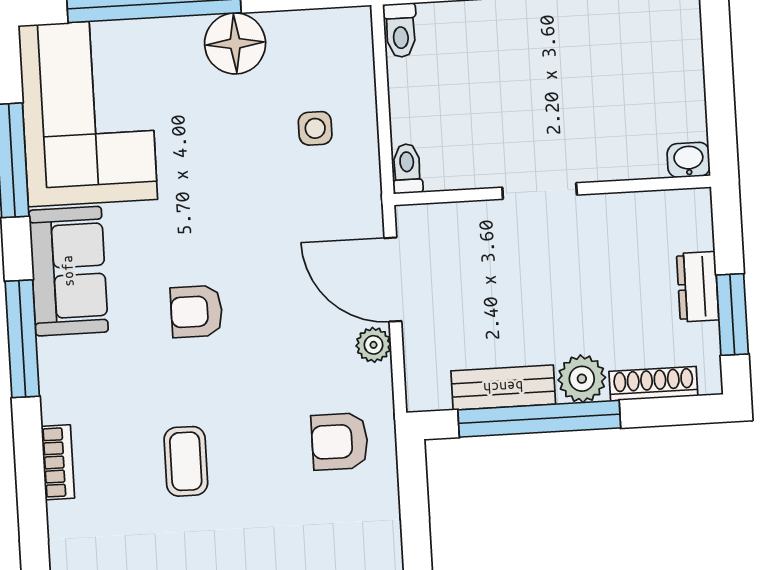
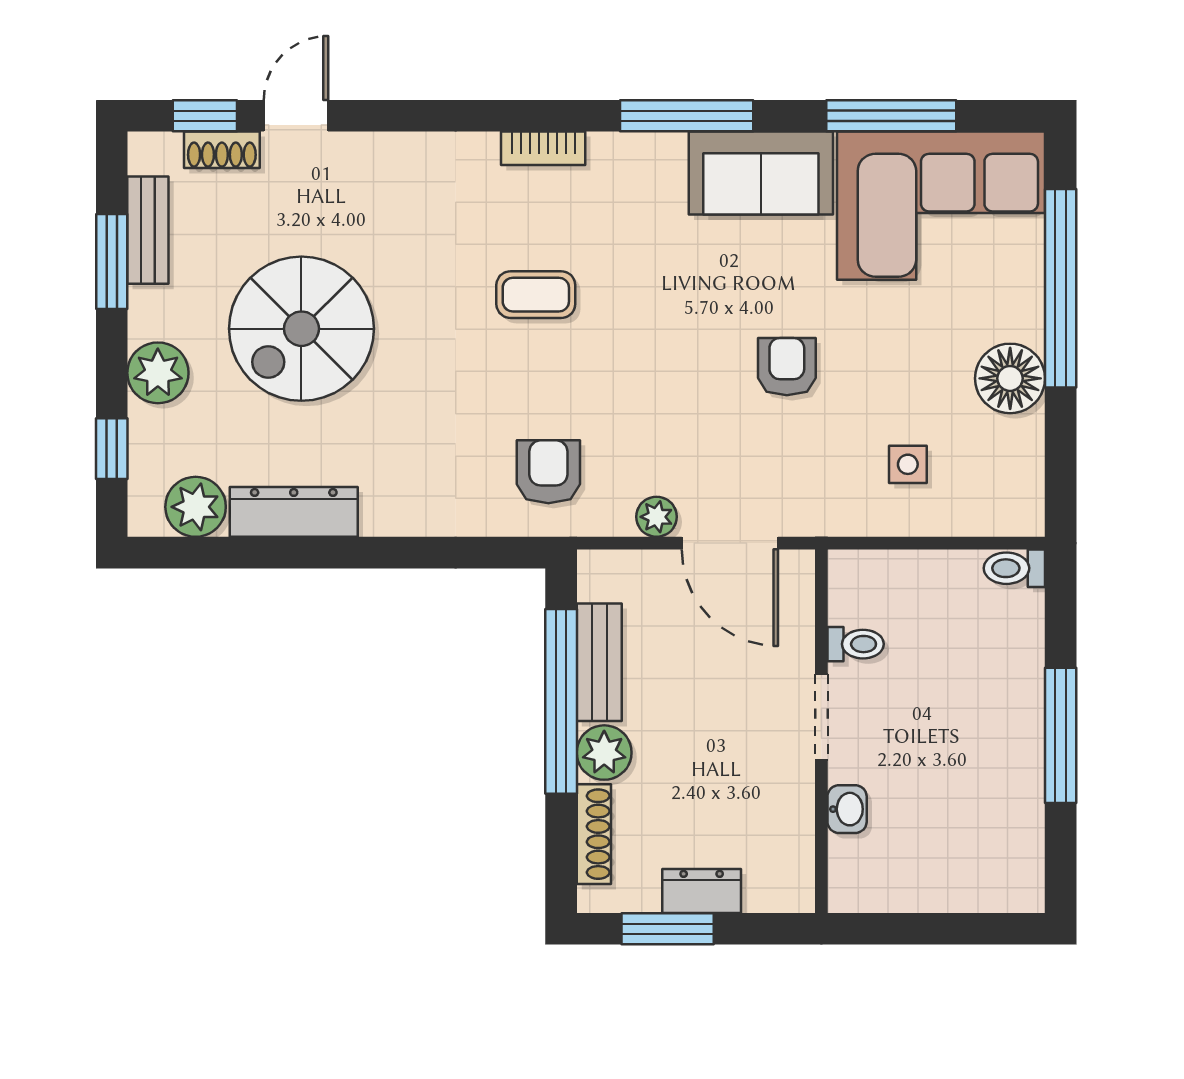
washbasin: (689, 160) -> (847, 809), moved
toilet: (407, 169) -> (856, 644), moved
door: (393, 280) -> (730, 543), swing flipped
armchair: (196, 311) -> (787, 367), moved

